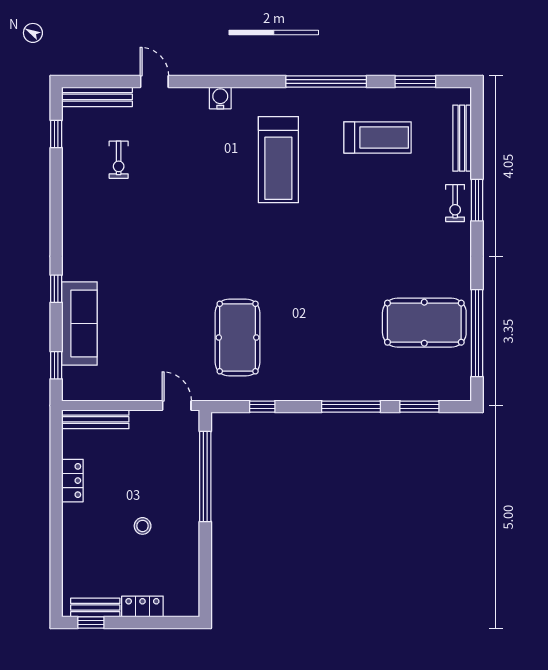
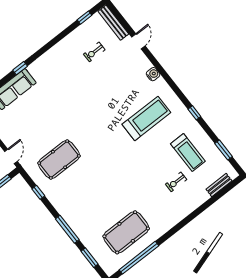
window: (326, 82) -> (194, 113), width x0.32
bench: (462, 138) -> (219, 185), width x0.73
treadmill: (278, 160) -> (146, 118), turned 180
window: (477, 200) -> (194, 214), removed
exercise bike: (455, 203) -> (176, 182), moved
pool table: (424, 323) -> (126, 232), turned 90

